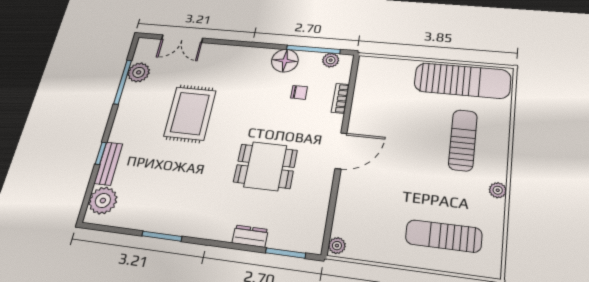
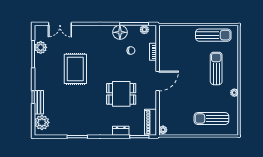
sun lounger: (462, 81) -> (213, 35), width x0.73, depth x0.75
piano: (314, 227) -> (150, 122), added

